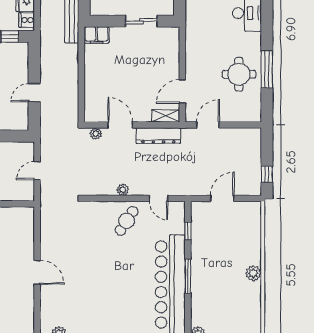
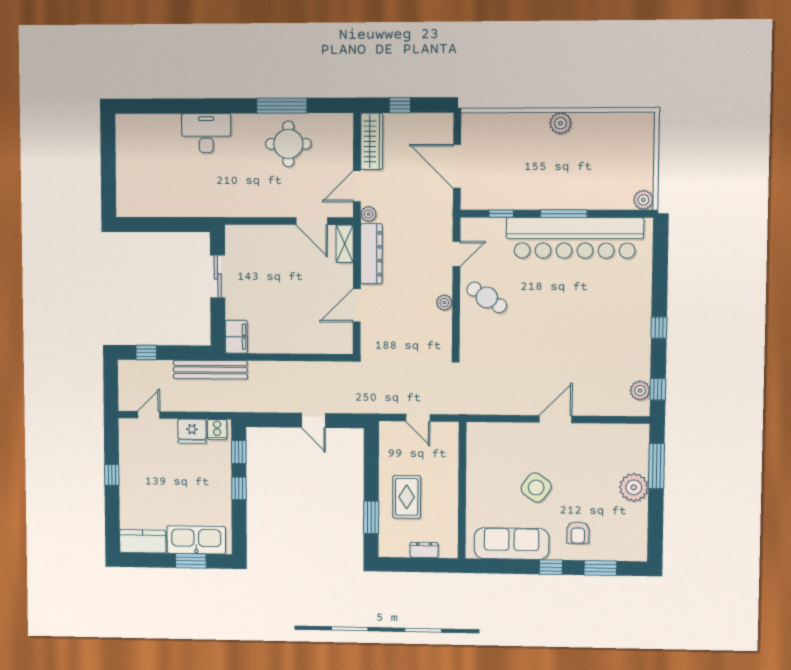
door: (208, 125) -> (357, 186), hinge flipped
plant: (96, 134) -> (369, 214), moved
wardrobe: (241, 136) -> (372, 141), added
window: (267, 174) -> (400, 105), moved
door: (222, 198) -> (457, 166), width x1.36

